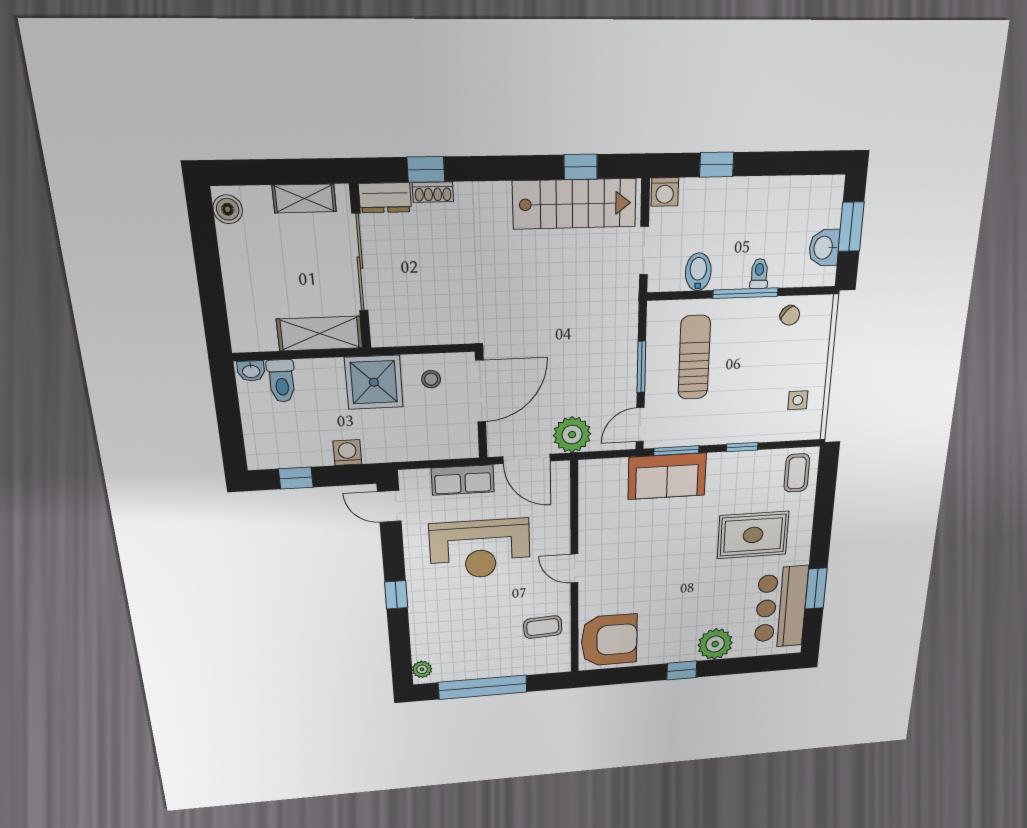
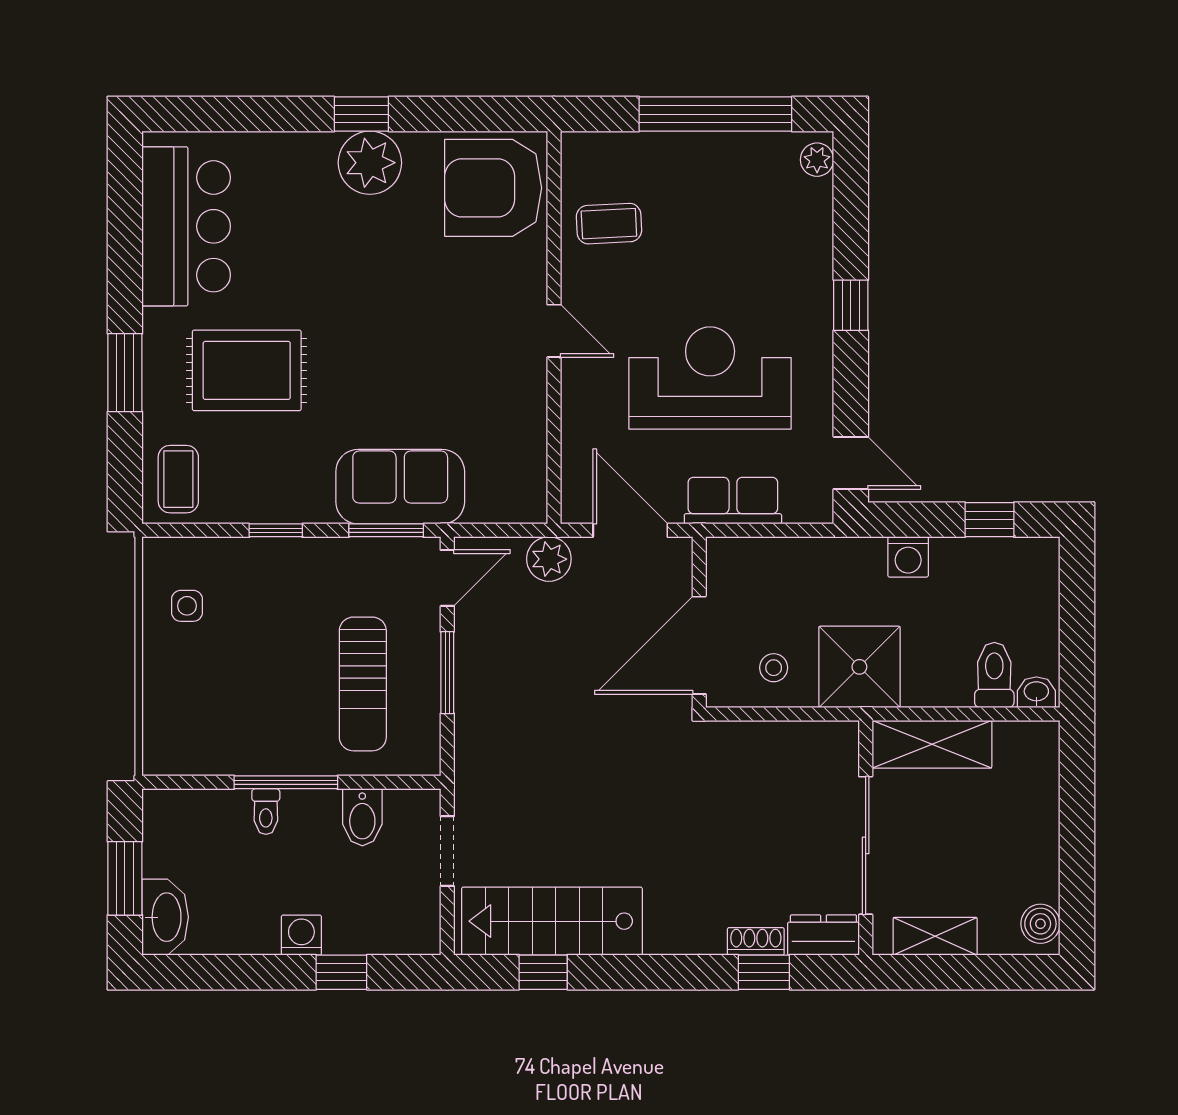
washing machine: (665, 192) -> (301, 935), moved
washbasin: (824, 248) -> (165, 917), moved, width x1.38
chair: (790, 315) -> (212, 745), removed
plant: (572, 435) -> (549, 559), width x0.73, depth x0.73
window: (816, 589) -> (125, 373), moved
plant: (715, 644) -> (370, 163), moved

